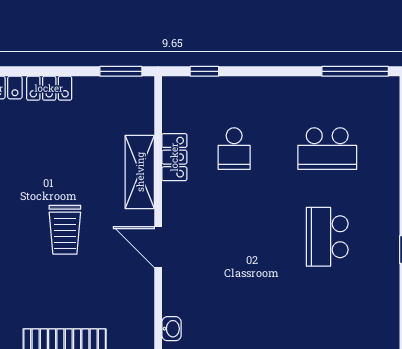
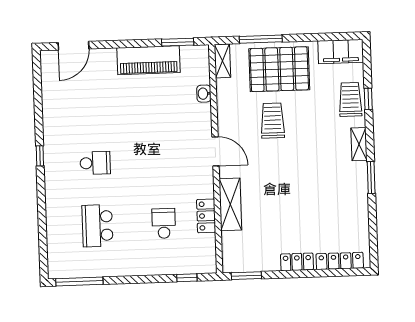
school desk: (327, 149) -> (97, 226), turned -90
trolley: (65, 230) -> (273, 121), moved
school desk: (327, 237) -> (95, 163), width x0.54

